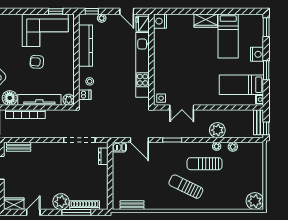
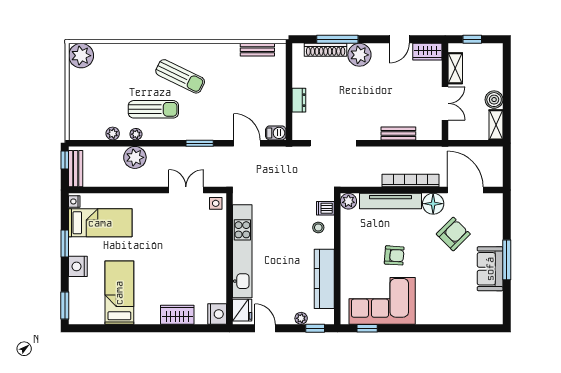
wardrobe: (206, 21) -> (177, 315), moved
bench: (19, 147) -> (398, 133), moved
dresser: (103, 156) -> (299, 100), moved

